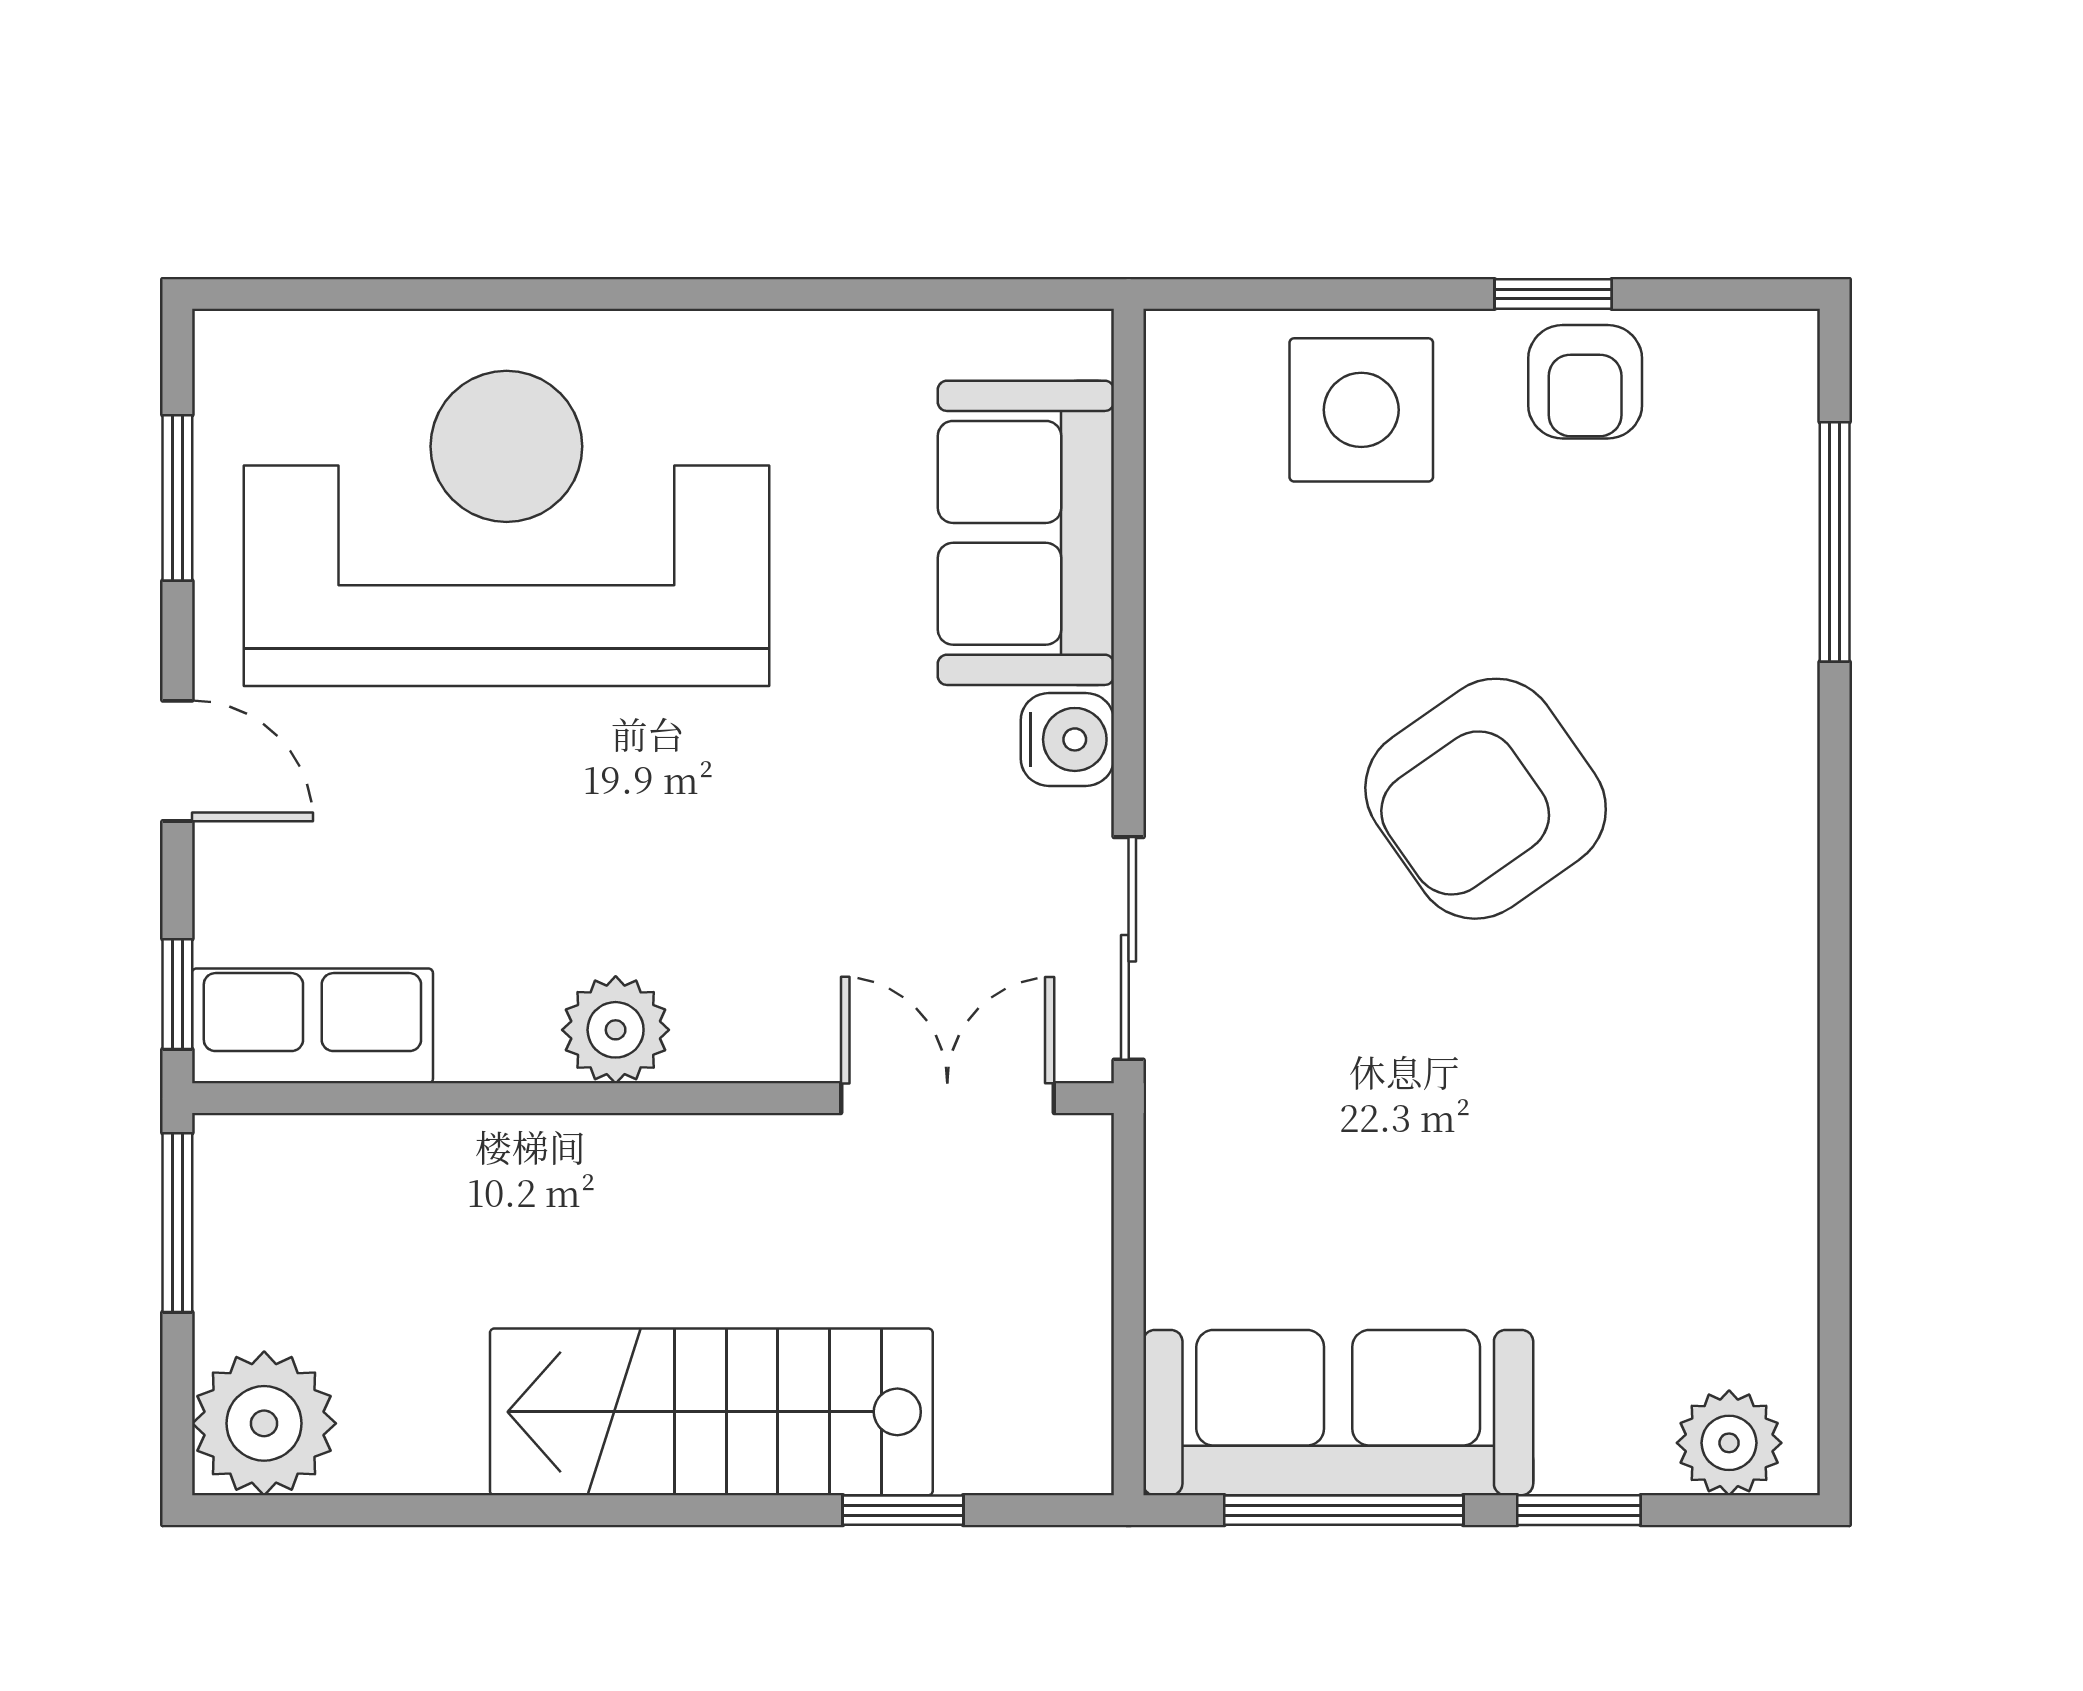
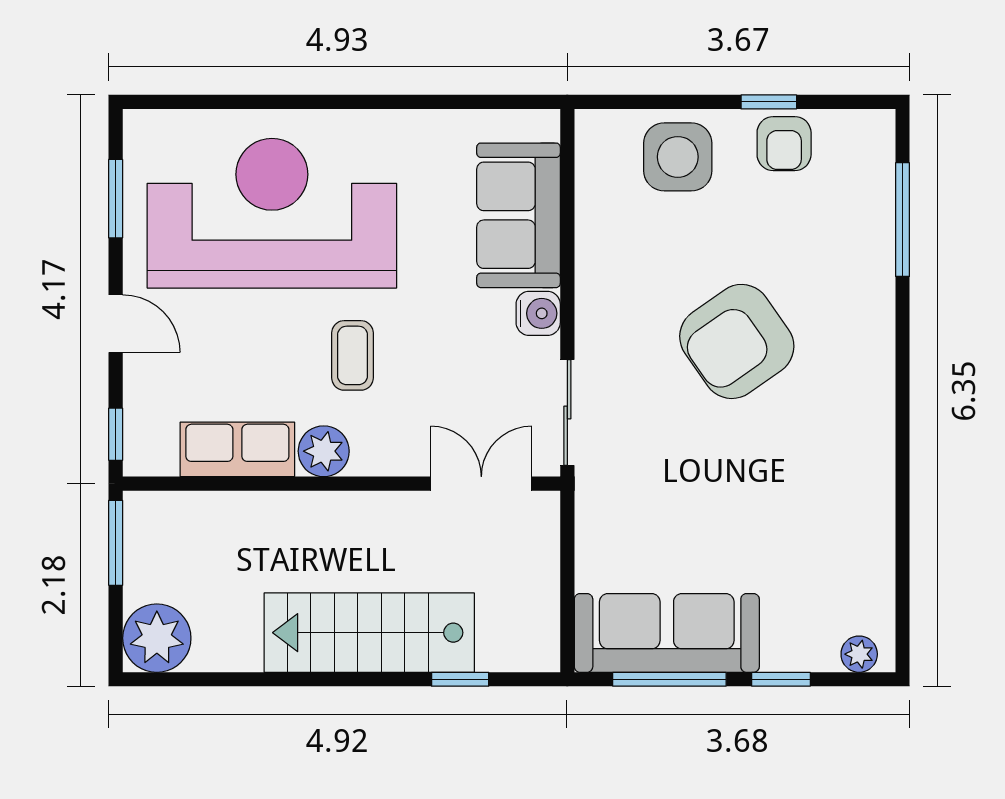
coffee table: (676, 828) -> (353, 355), added
row of seats: (312, 1026) -> (237, 449), moved
plant: (1729, 1443) -> (859, 654), width x0.73, depth x0.73

